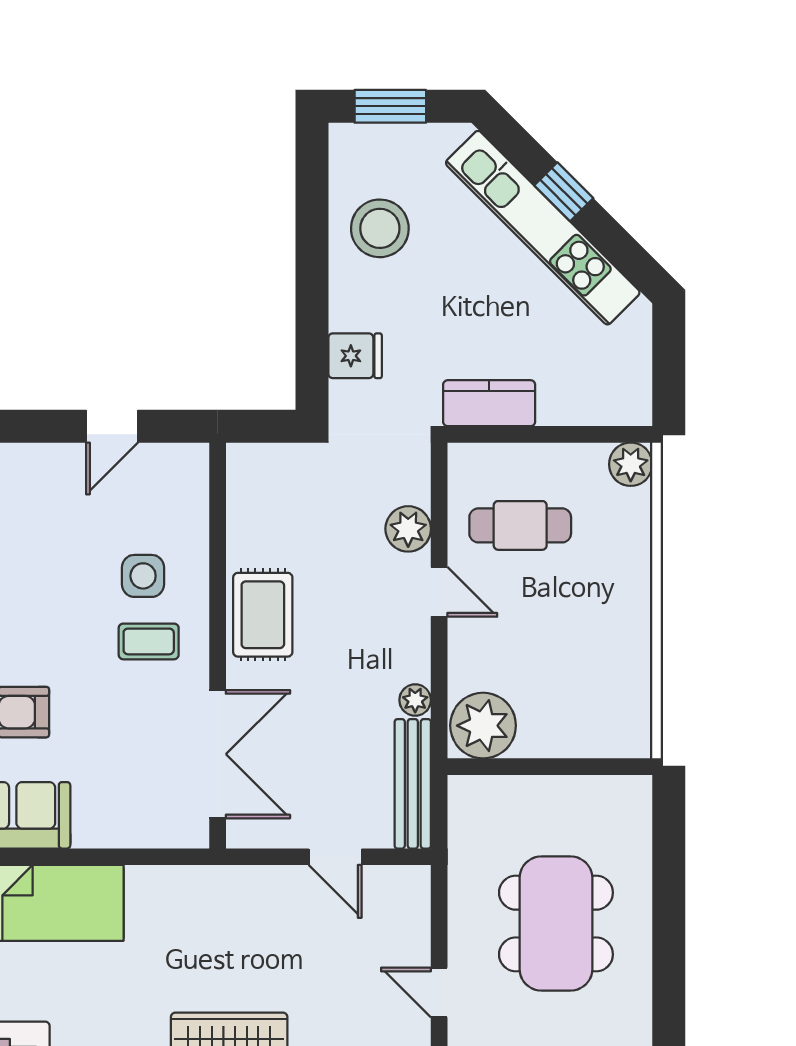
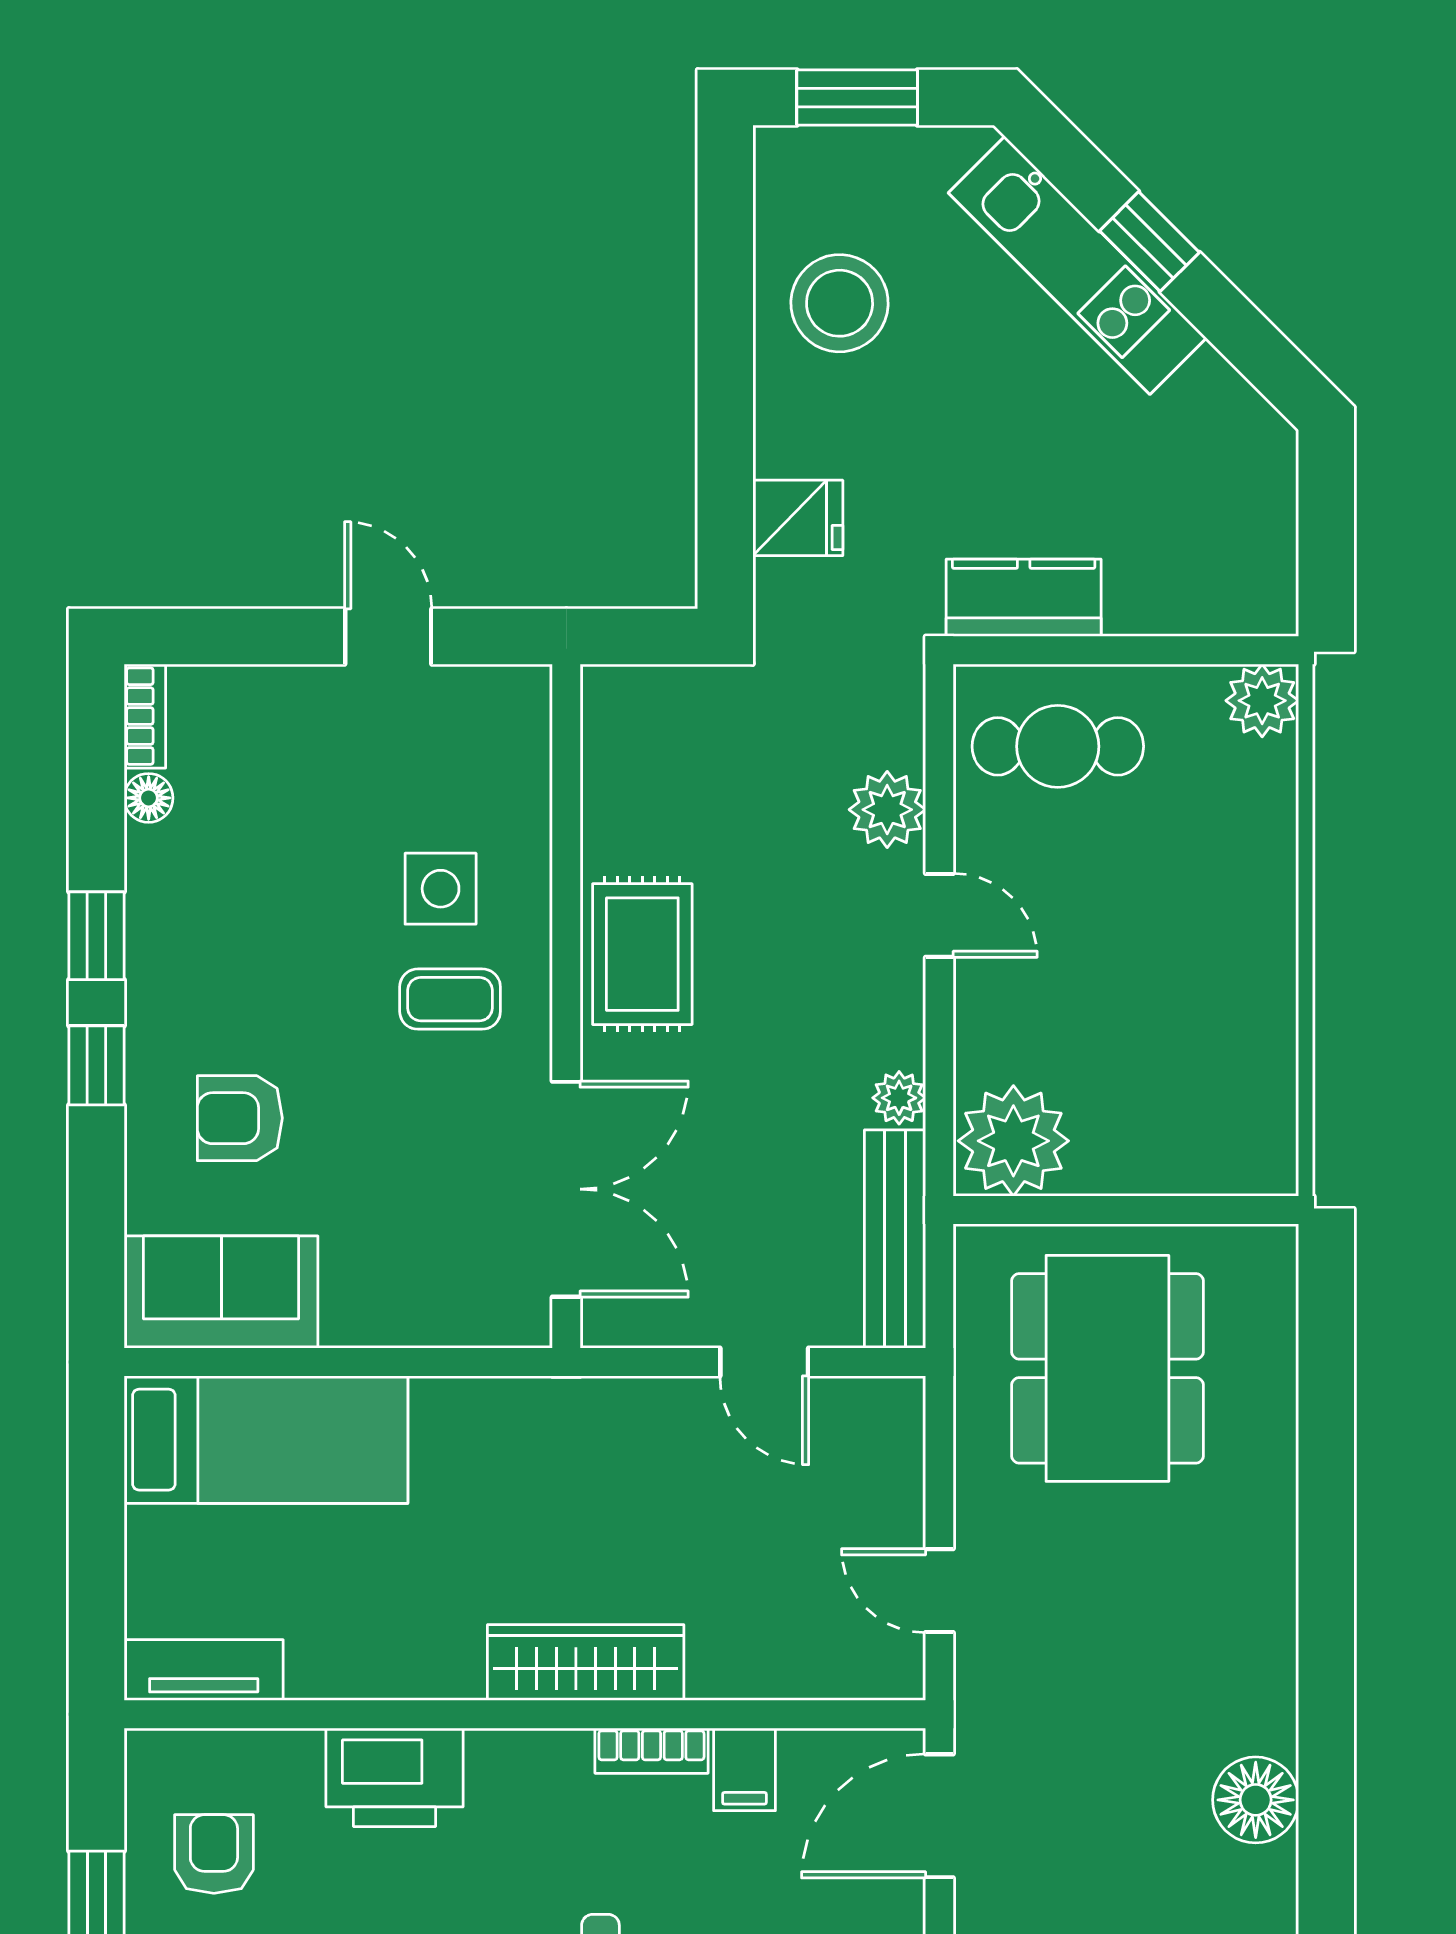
kitchen unit: (543, 228) -> (1077, 265), width x0.73
door: (112, 426) -> (388, 636), swing flipped
cafe table: (520, 525) -> (1058, 746), moved
dining table: (556, 924) -> (1107, 1368), moved

